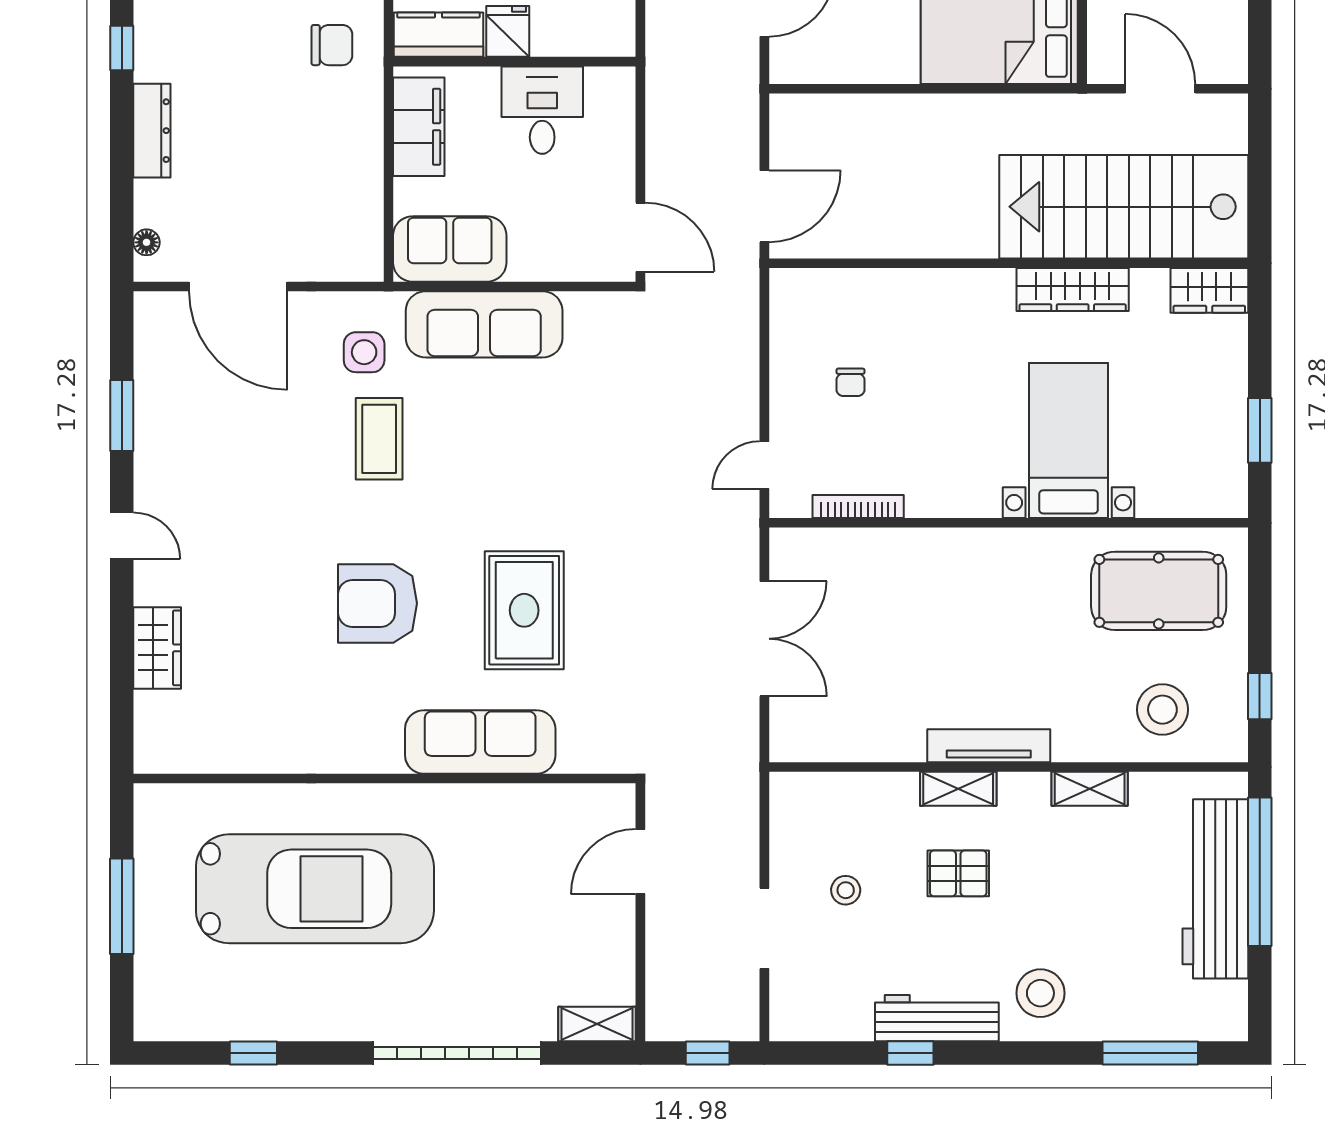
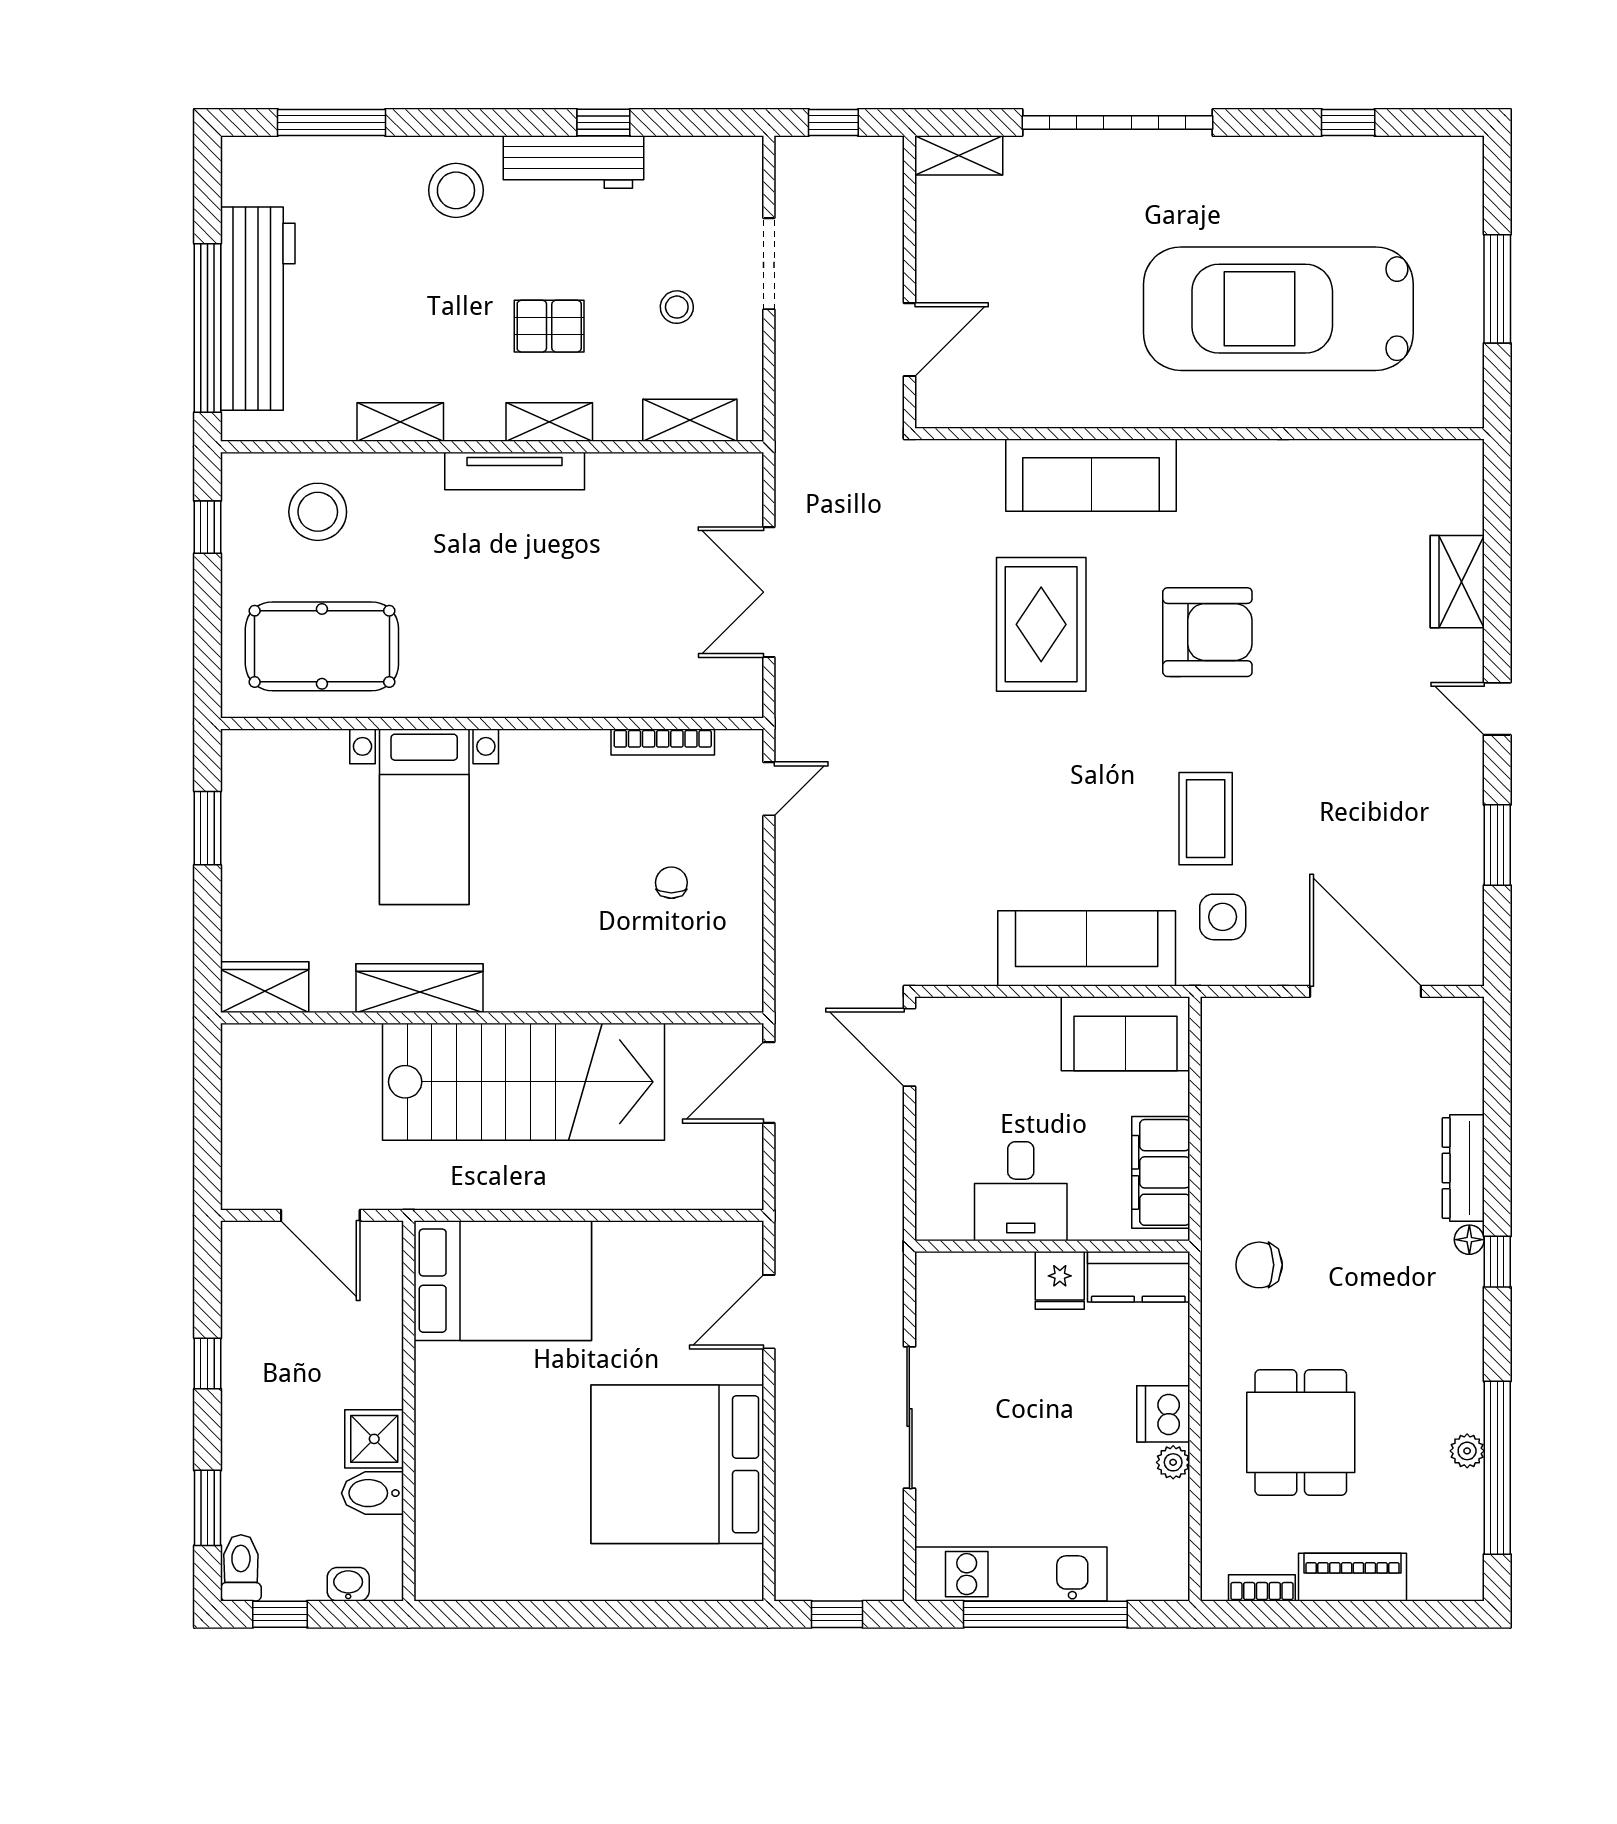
stairs: (1124, 207) -> (523, 1082), moved
floor lamp: (147, 242) -> (1469, 1240), moved
shelving: (834, 790) -> (690, 420), added

